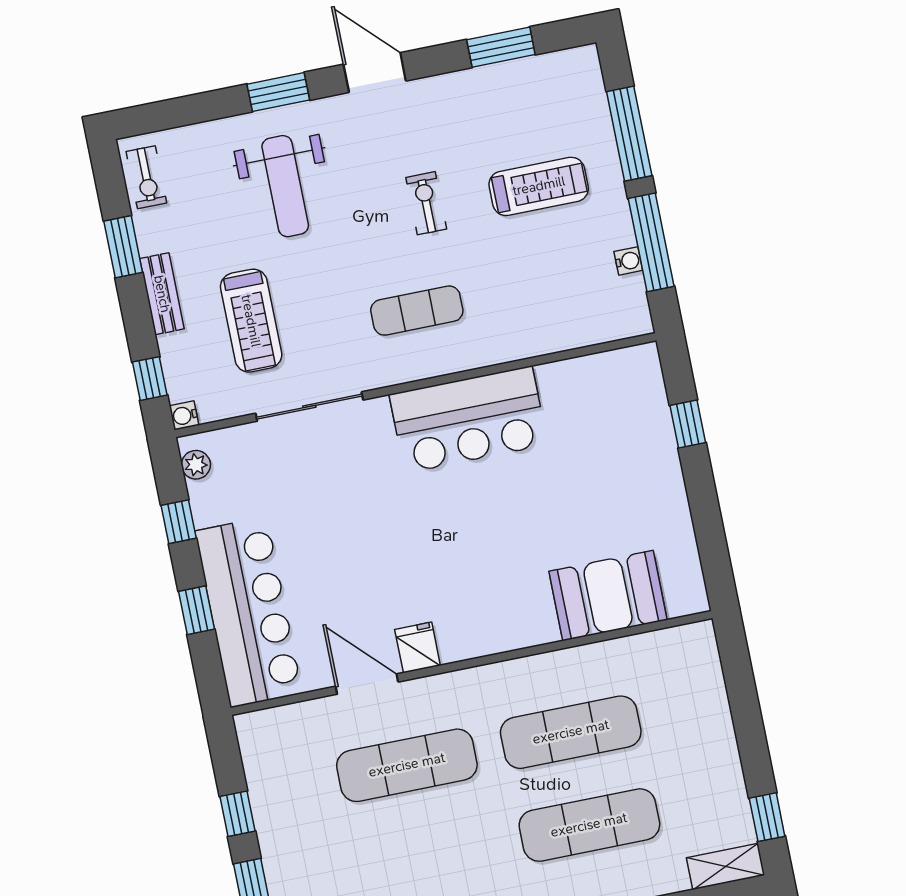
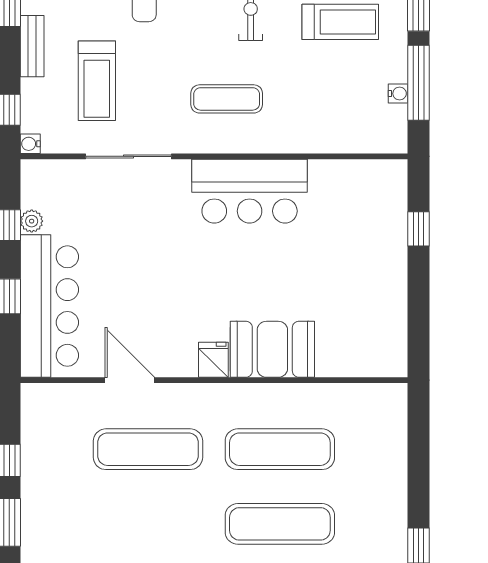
plant: (196, 465) -> (32, 221), moved
booth: (608, 596) -> (272, 349), moved
fridge: (418, 648) -> (213, 360), moved

